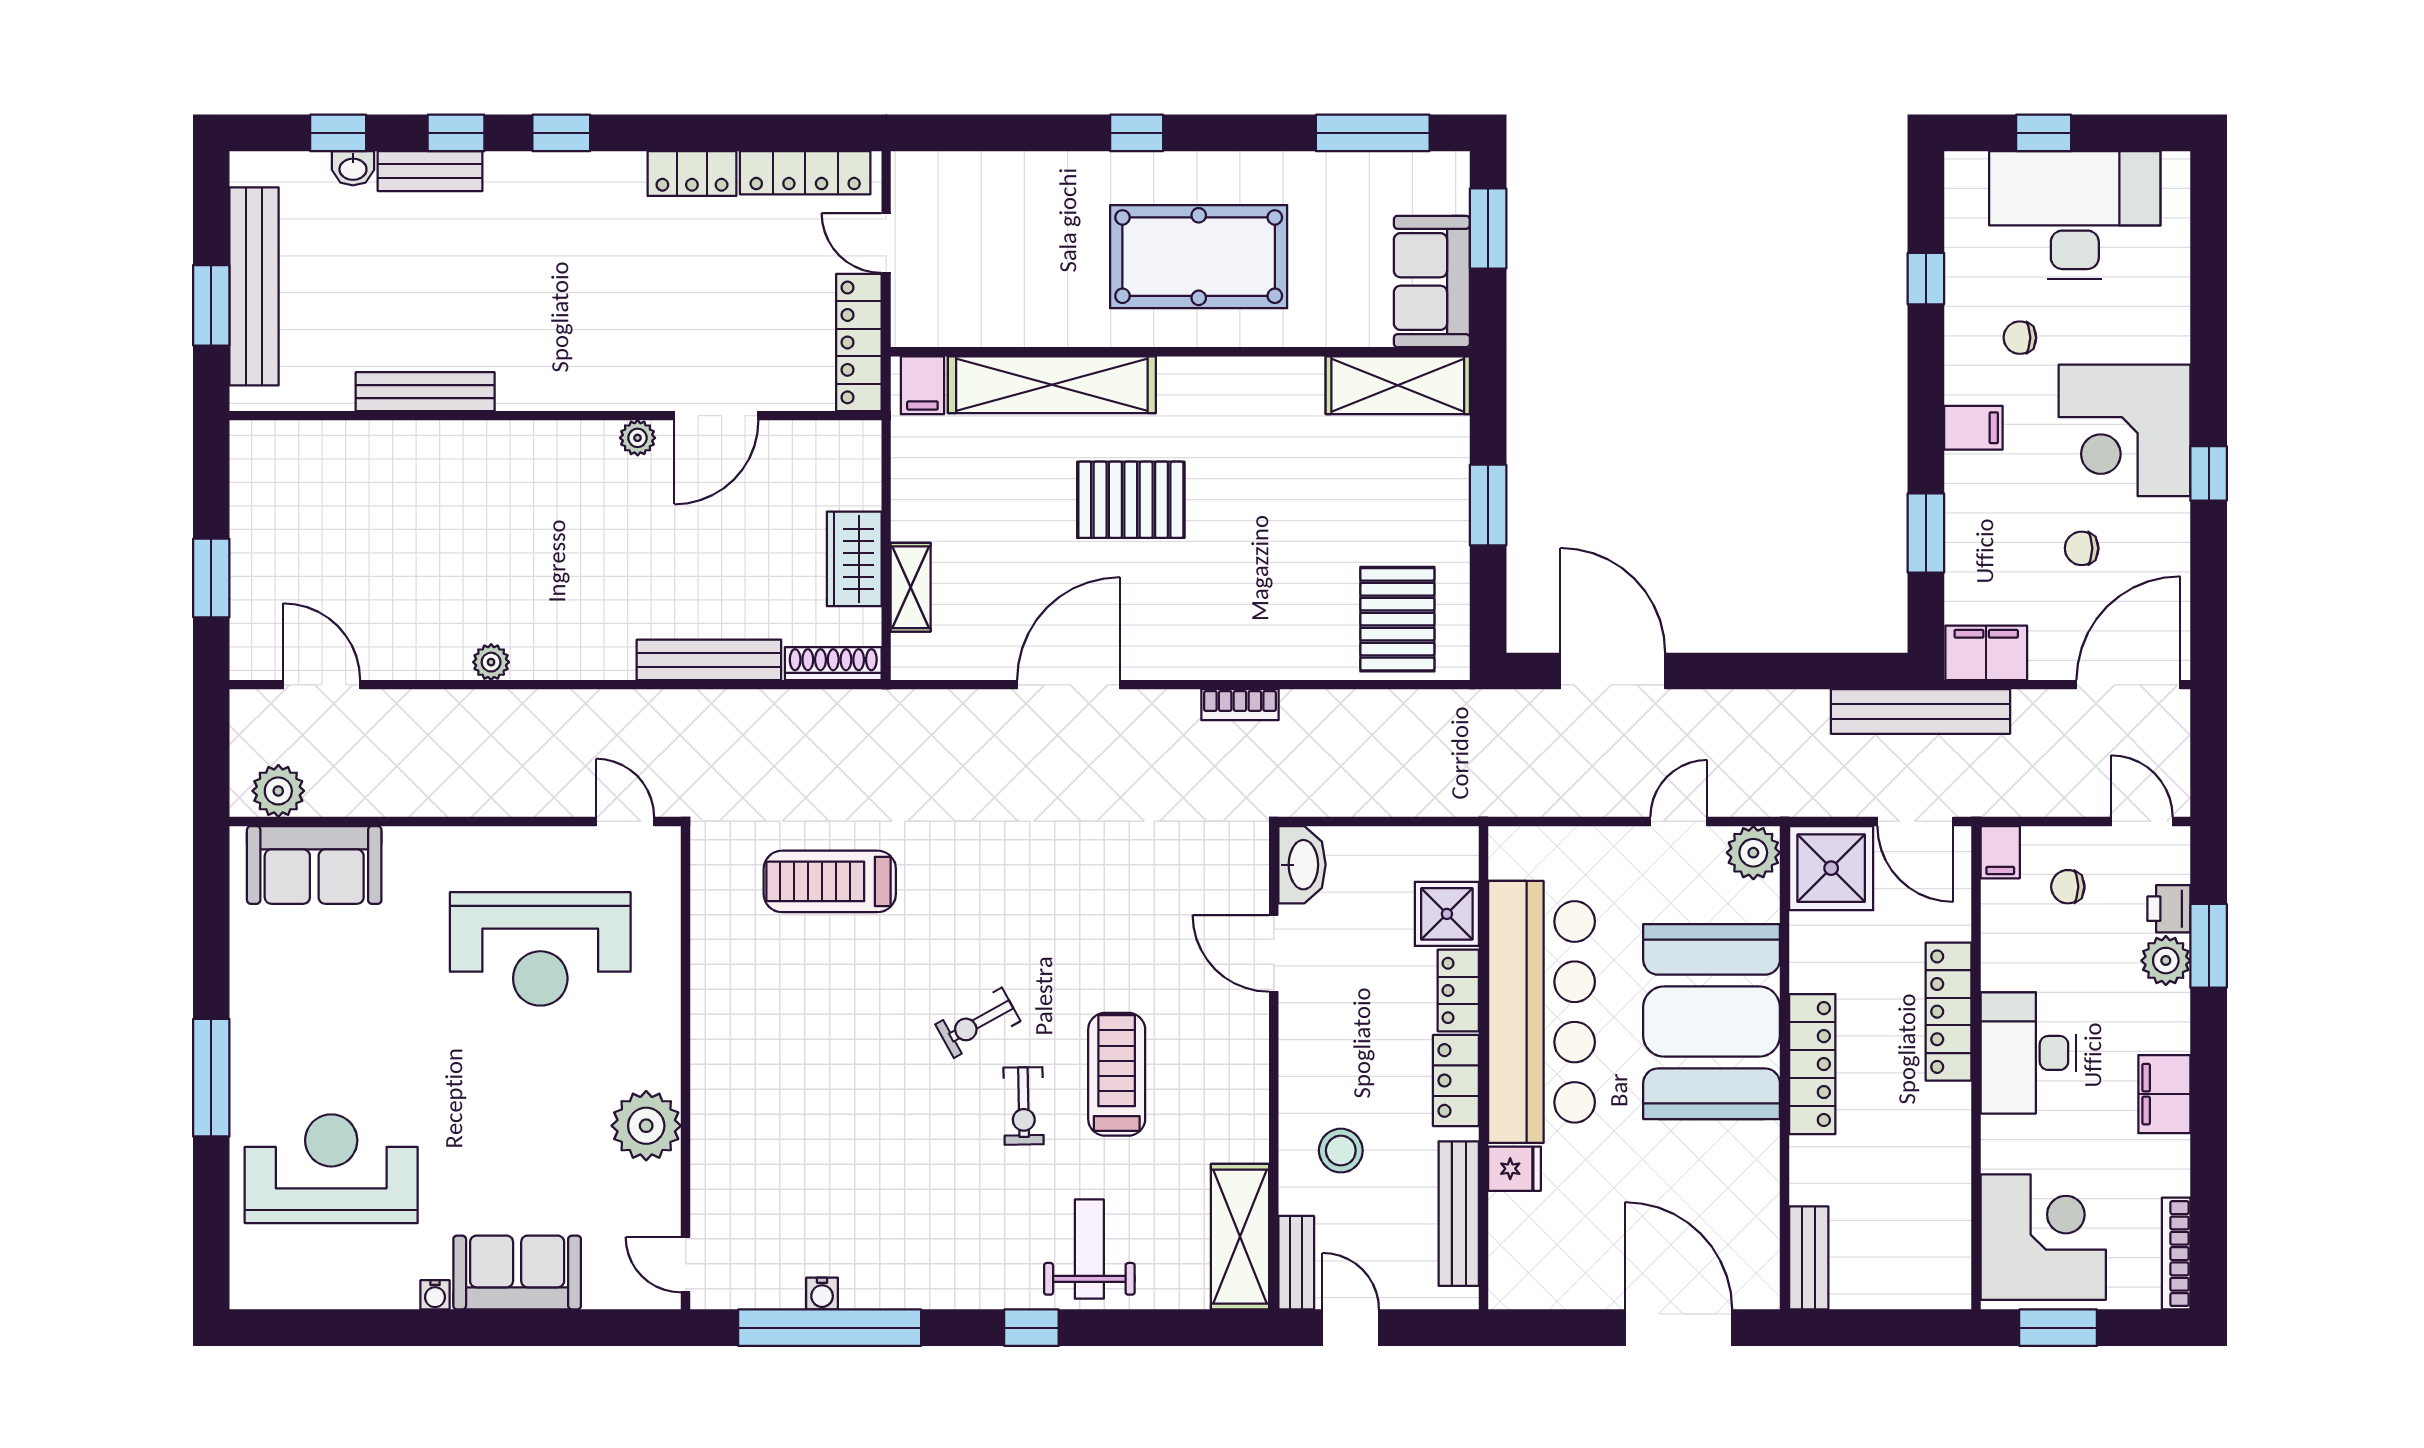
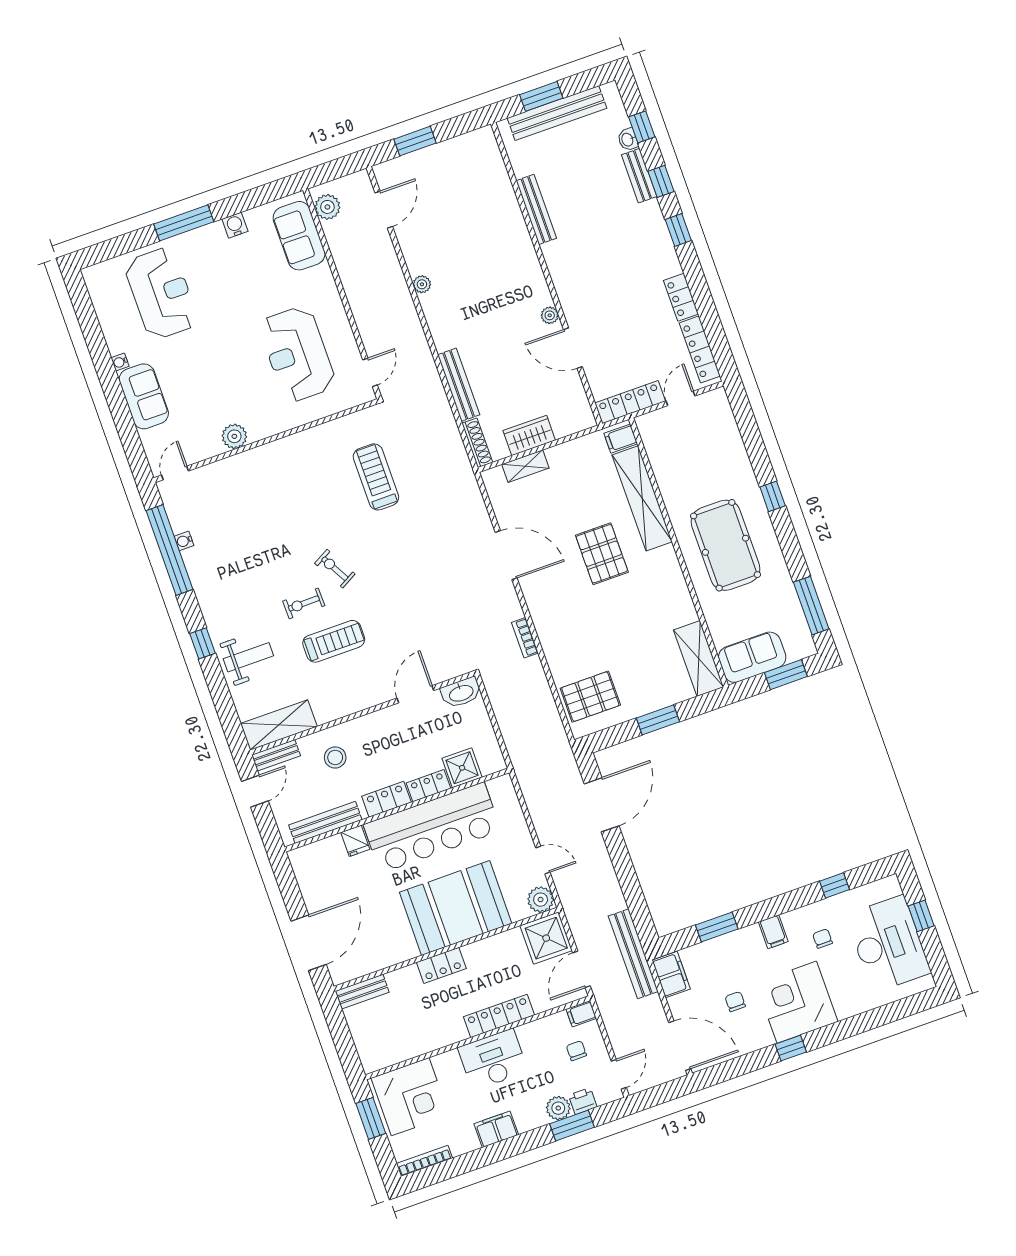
water cooler: (250, 981) -> (235, 225), added
locker: (1812, 1064) -> (441, 965), width x0.66
plant: (646, 1126) -> (234, 436), width x0.73, depth x0.73

